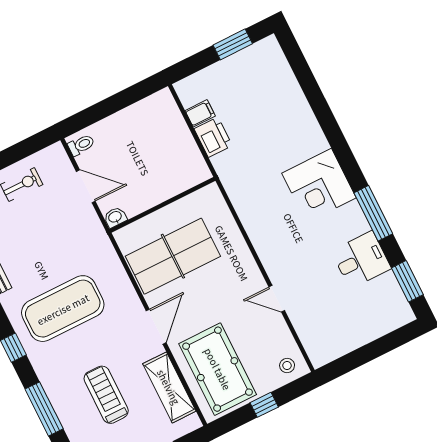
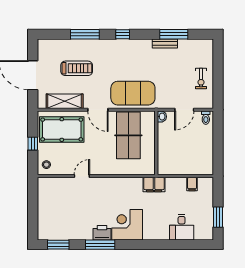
printer: (213, 137) -> (102, 233), moved, turned 180
filing cabinet: (232, 175) -> (154, 185), added
desk: (361, 260) -> (182, 227), moved
exercise mat: (63, 309) -> (133, 93), moved, turned 90

